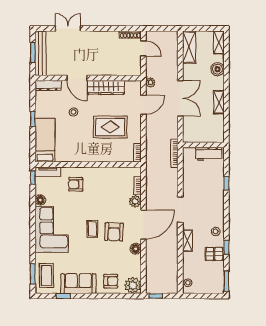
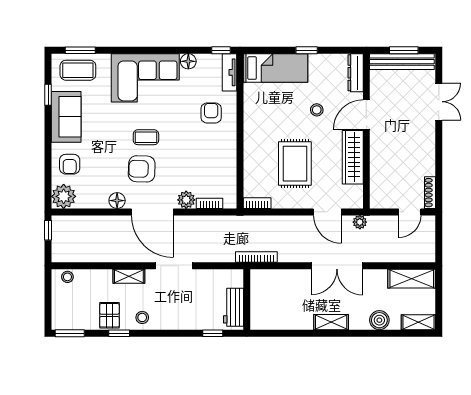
wall: (203, 145) -> (247, 299), moved
workbench: (209, 154) -> (234, 307), moved

